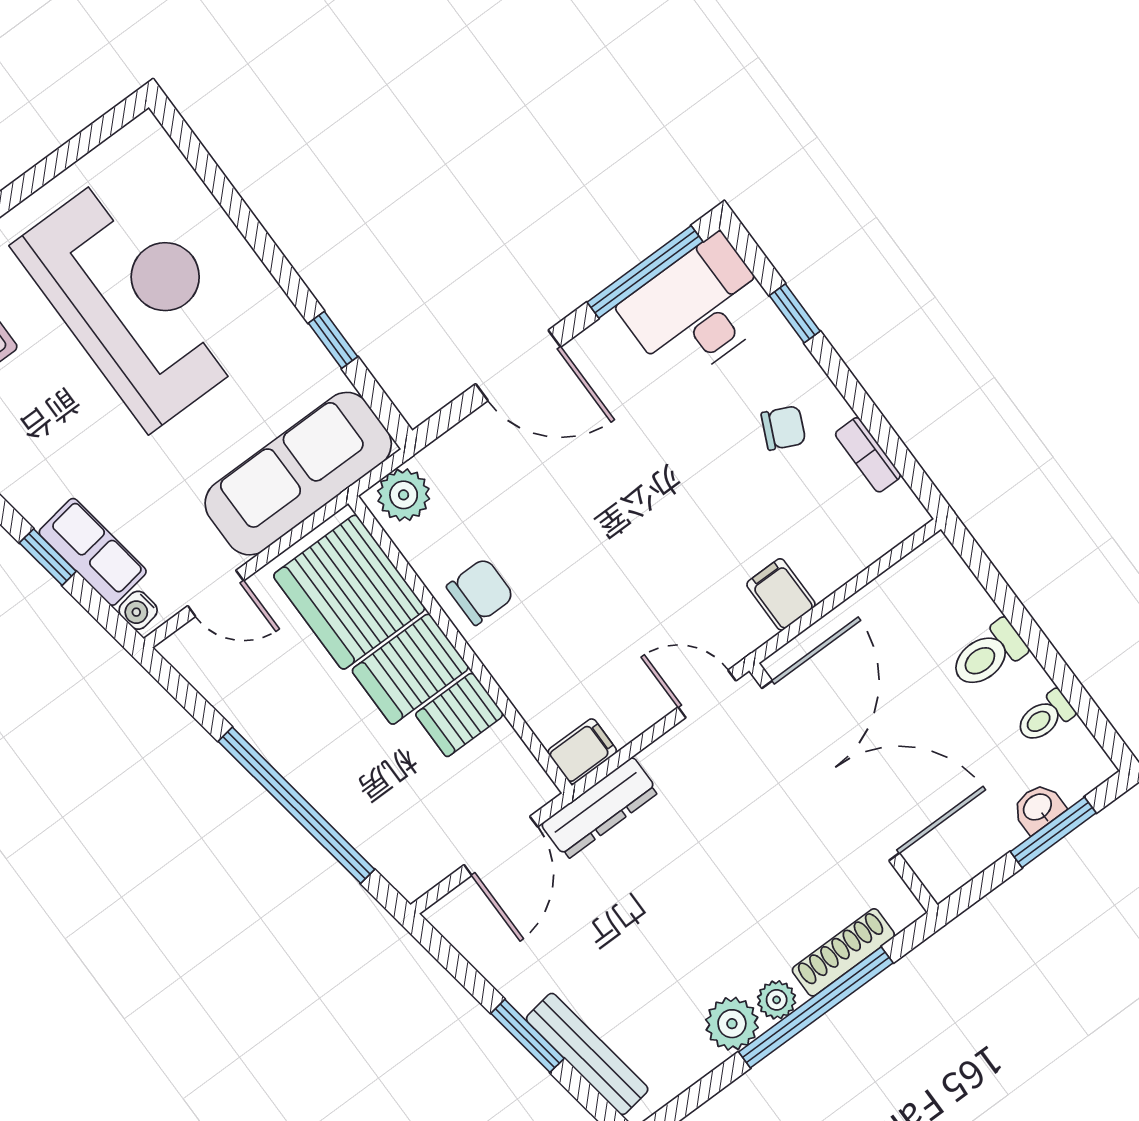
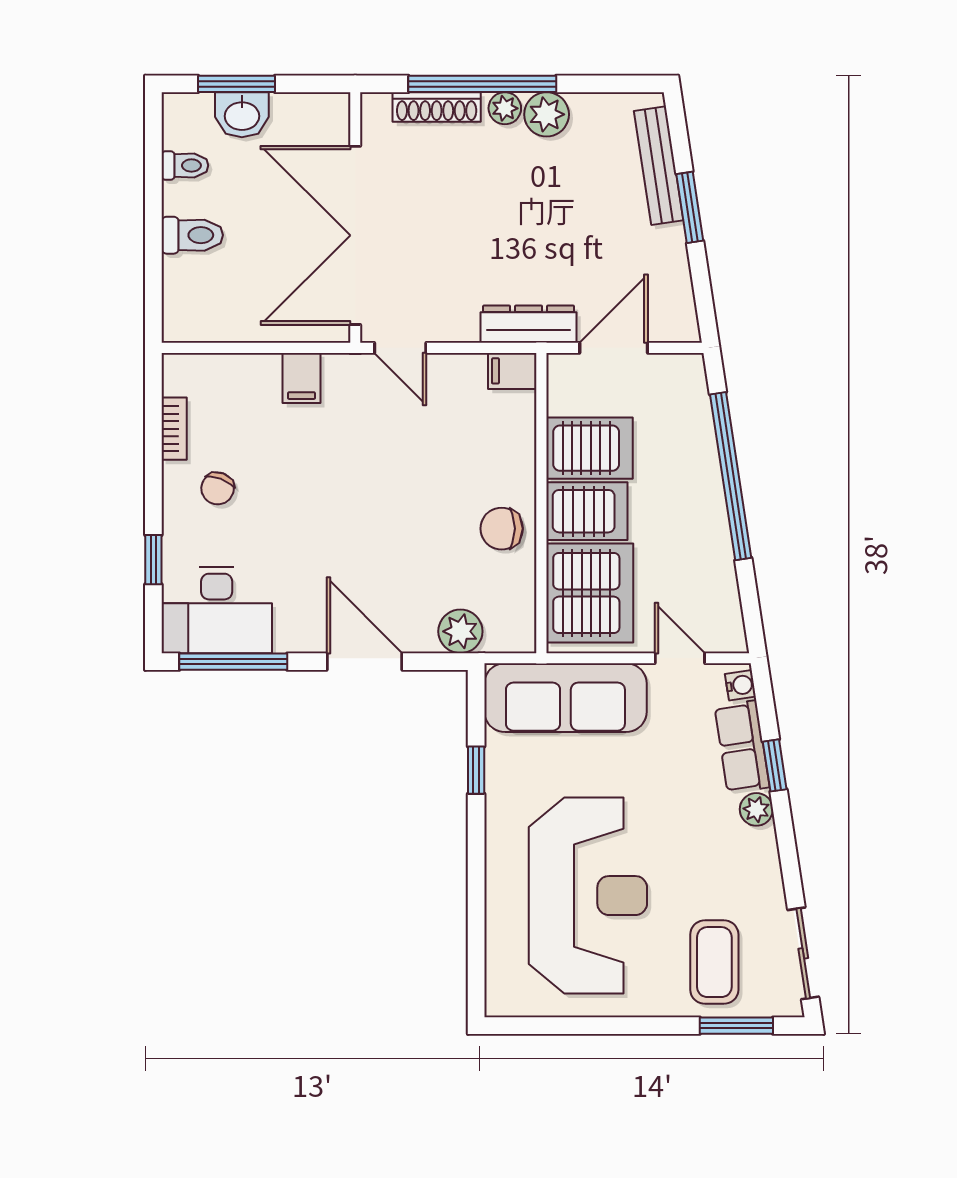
reception desk: (136, 298) -> (588, 896), turned 180
chair: (783, 428) -> (218, 488), turned -94
plant: (404, 495) -> (460, 631), moved
plant: (34, 502) -> (756, 809), added
server rack: (460, 715) -> (590, 448), width x1.36, depth x1.44
washbasin: (1038, 808) -> (242, 115), width x1.38, depth x1.45

